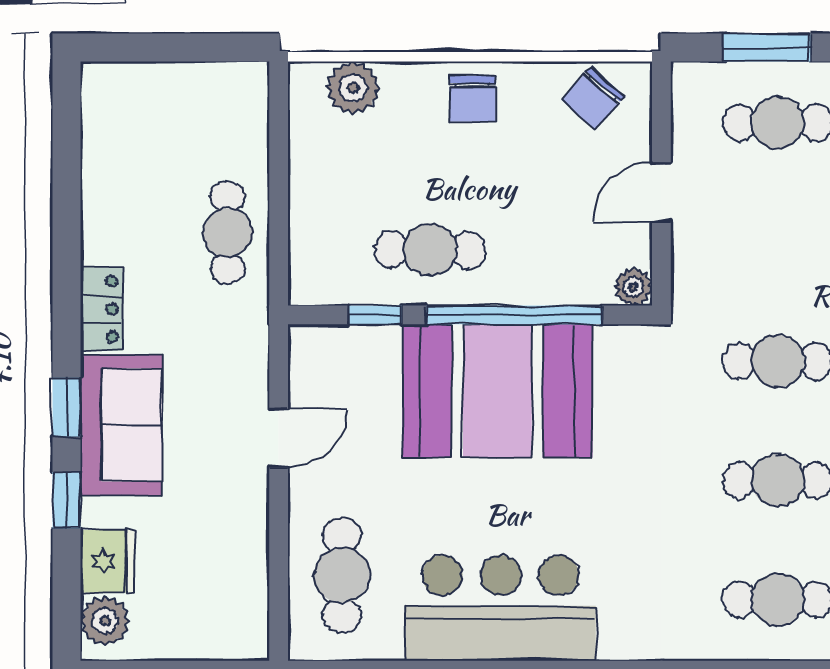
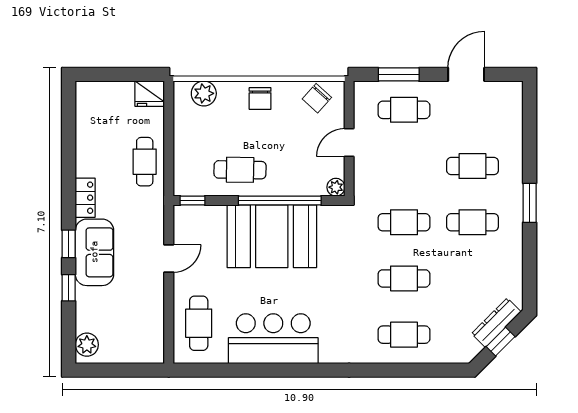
window: (375, 315) -> (192, 201), moved
fridge: (107, 561) -> (150, 94), moved, turned 90

